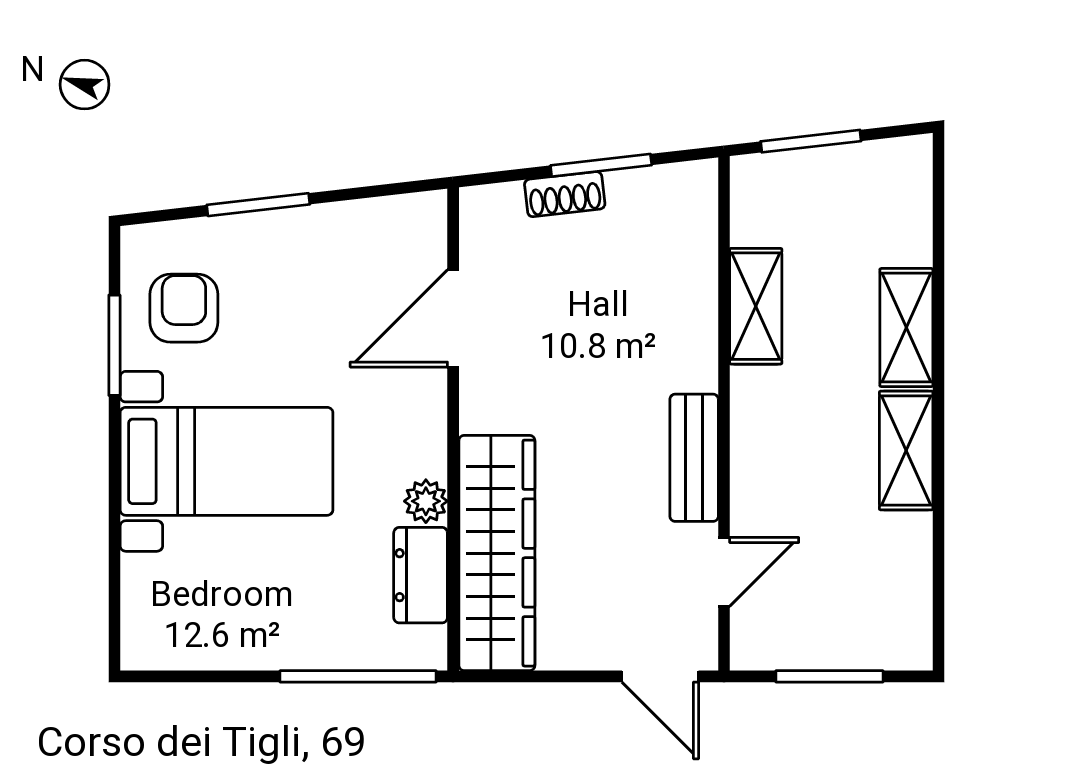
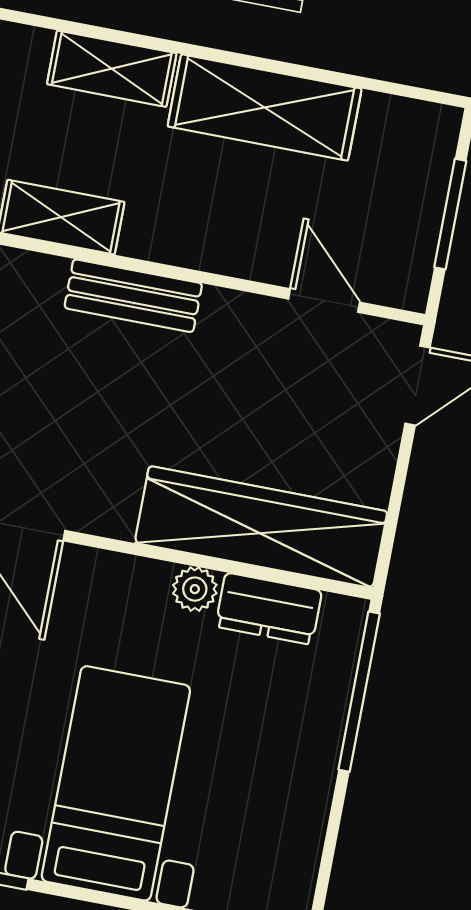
shelving: (906, 450) -> (265, 107), width x1.50, depth x1.33
bench: (694, 458) -> (133, 296), moved

